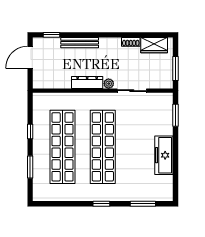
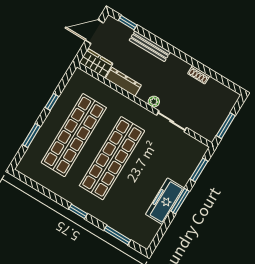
wardrobe: (154, 45) -> (96, 63), moved, turned 180
dresser: (87, 83) -> (123, 82), moved
window: (175, 148) -> (180, 201), added

